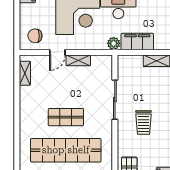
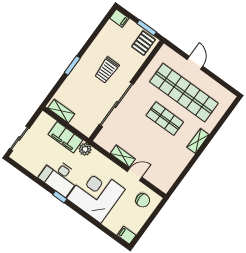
shelving: (25, 73) -> (198, 141), moved
sliding door: (115, 100) -> (116, 104), width x1.36
trolley: (143, 122) -> (107, 70), turned 180

